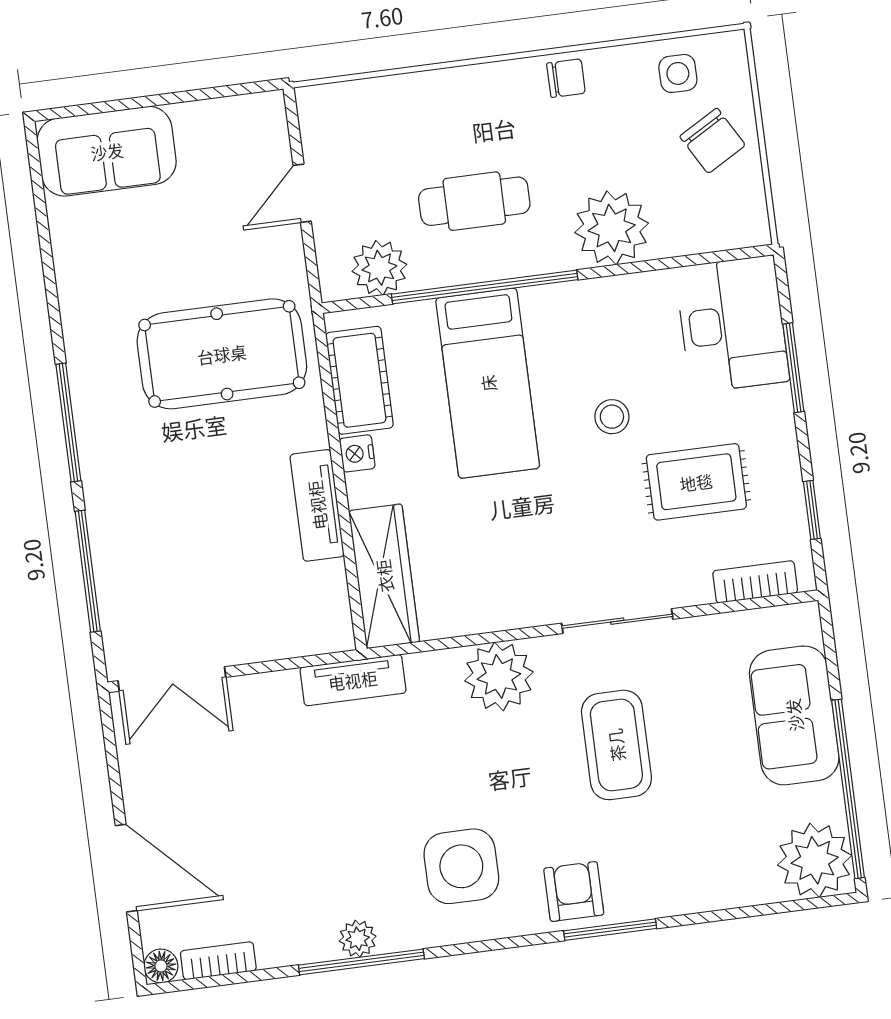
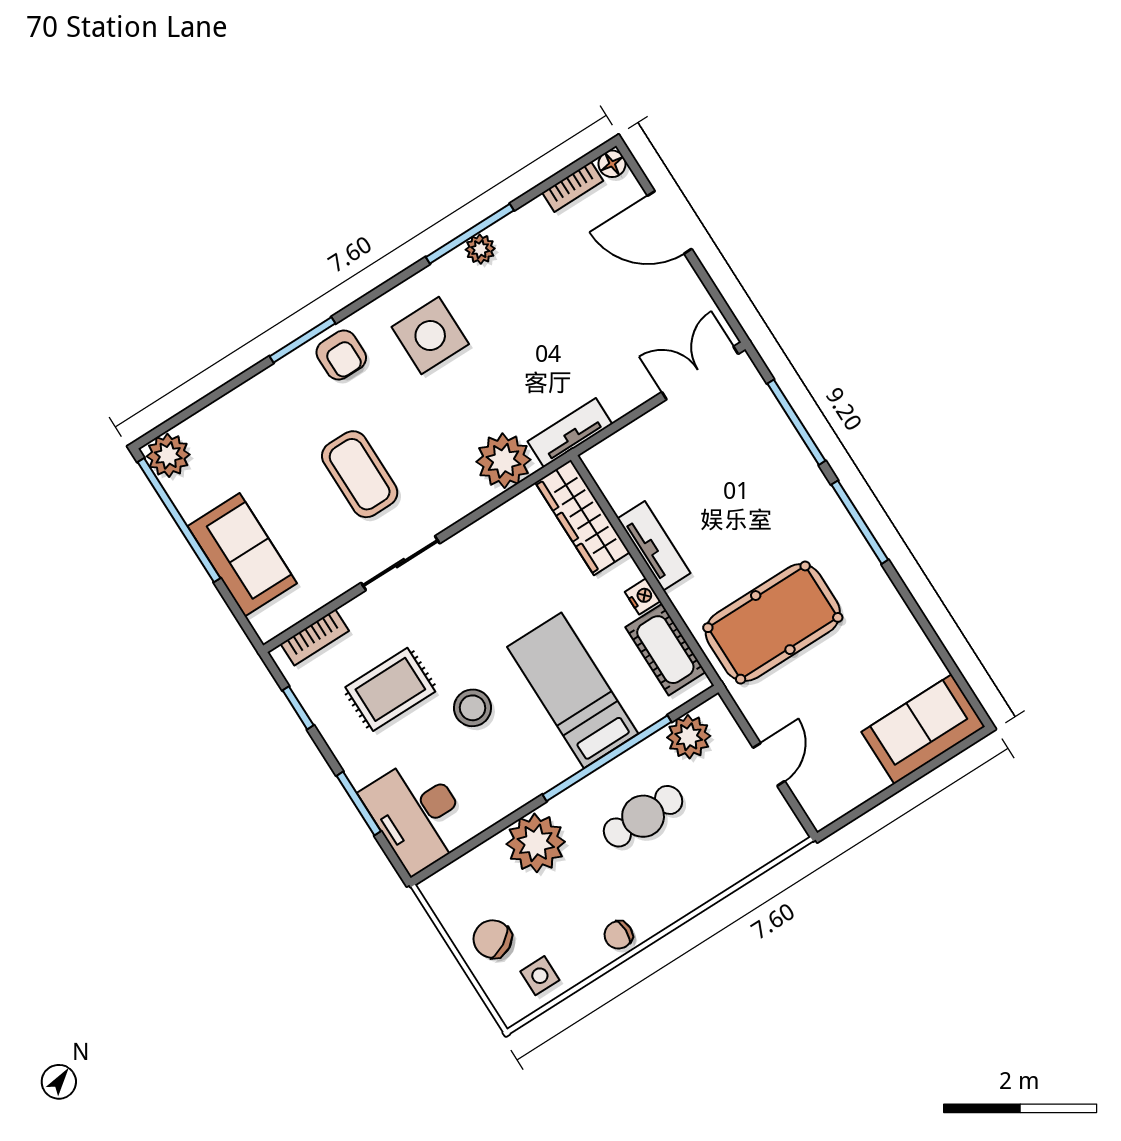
stool: (612, 417) -> (473, 708), width x1.37, depth x1.37
plant: (499, 676) -> (504, 461), moved
plant: (815, 860) -> (168, 455), width x0.73, depth x0.73

